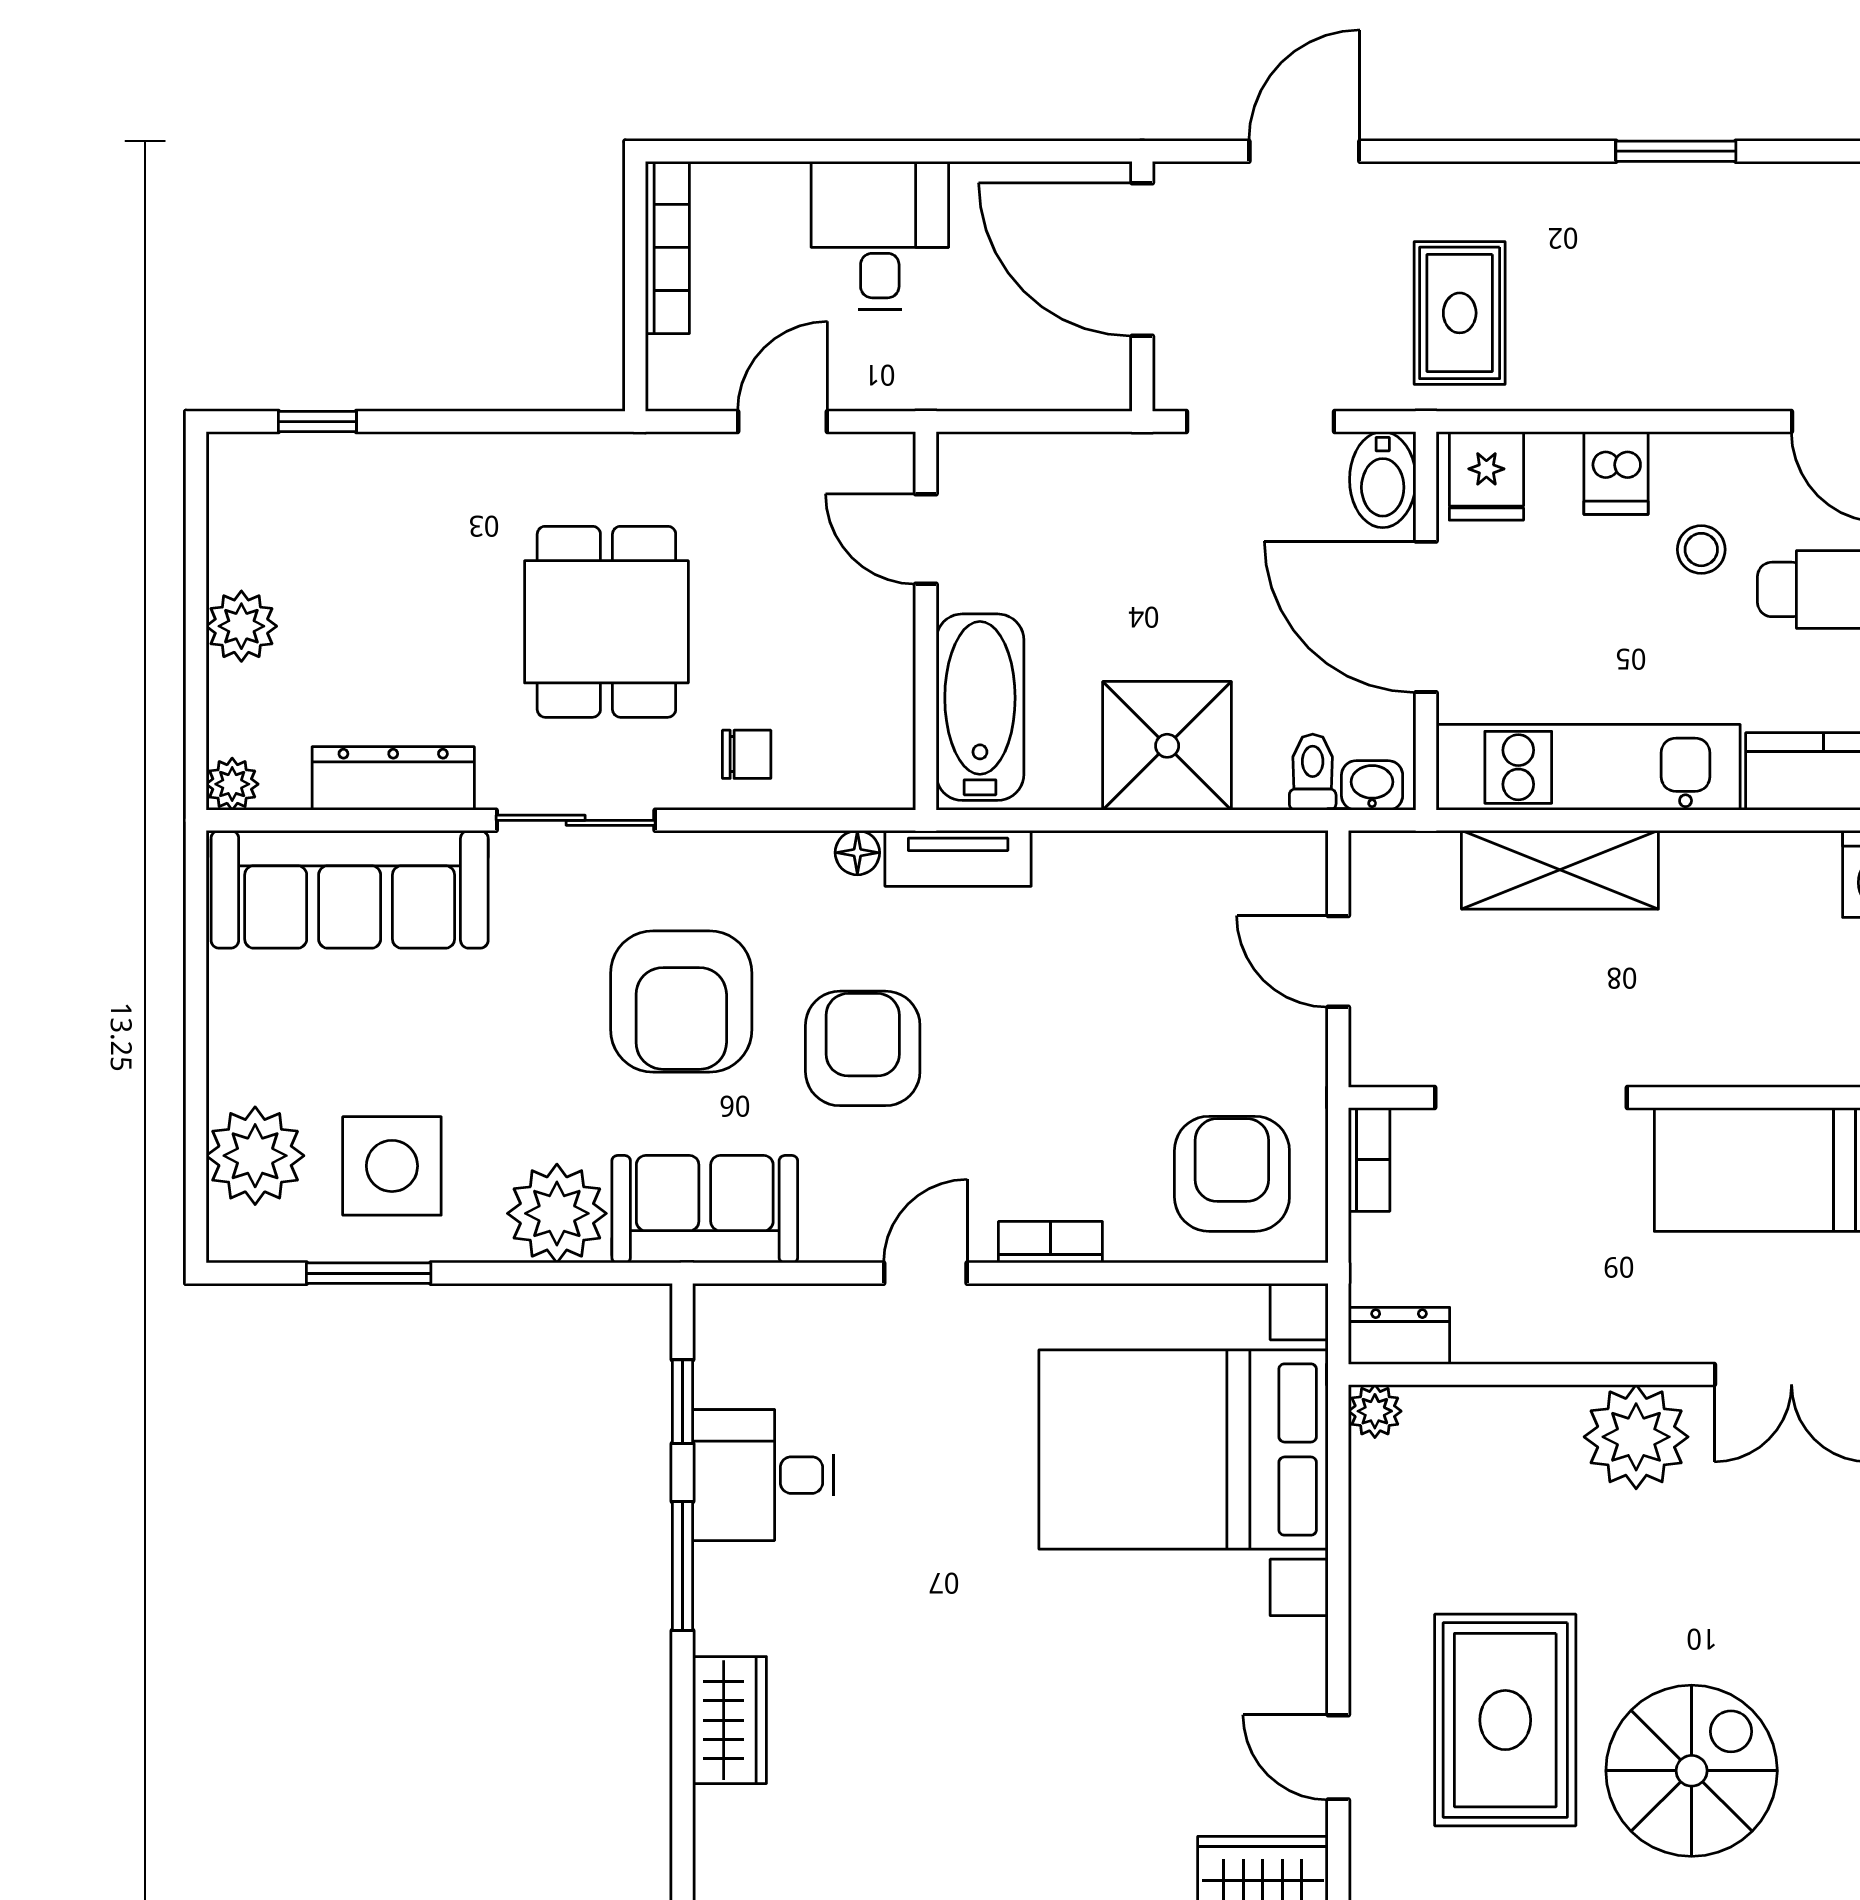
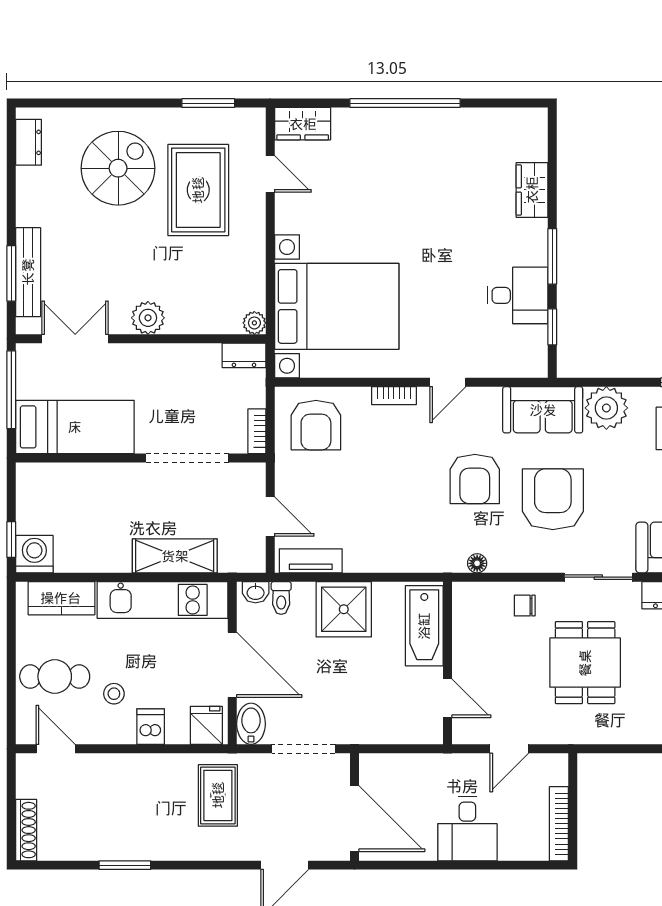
tv unit: (958, 858) -> (311, 561), moved
plant: (1636, 1437) -> (148, 318), width x0.73, depth x0.73
spiral stairs: (1692, 1771) -> (118, 168), turned 180

